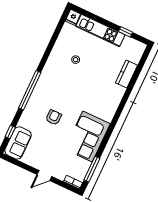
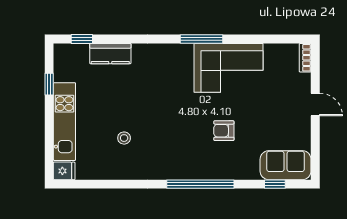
window: (142, 62) -> (82, 39), added
window: (92, 169) -> (201, 39), moved

